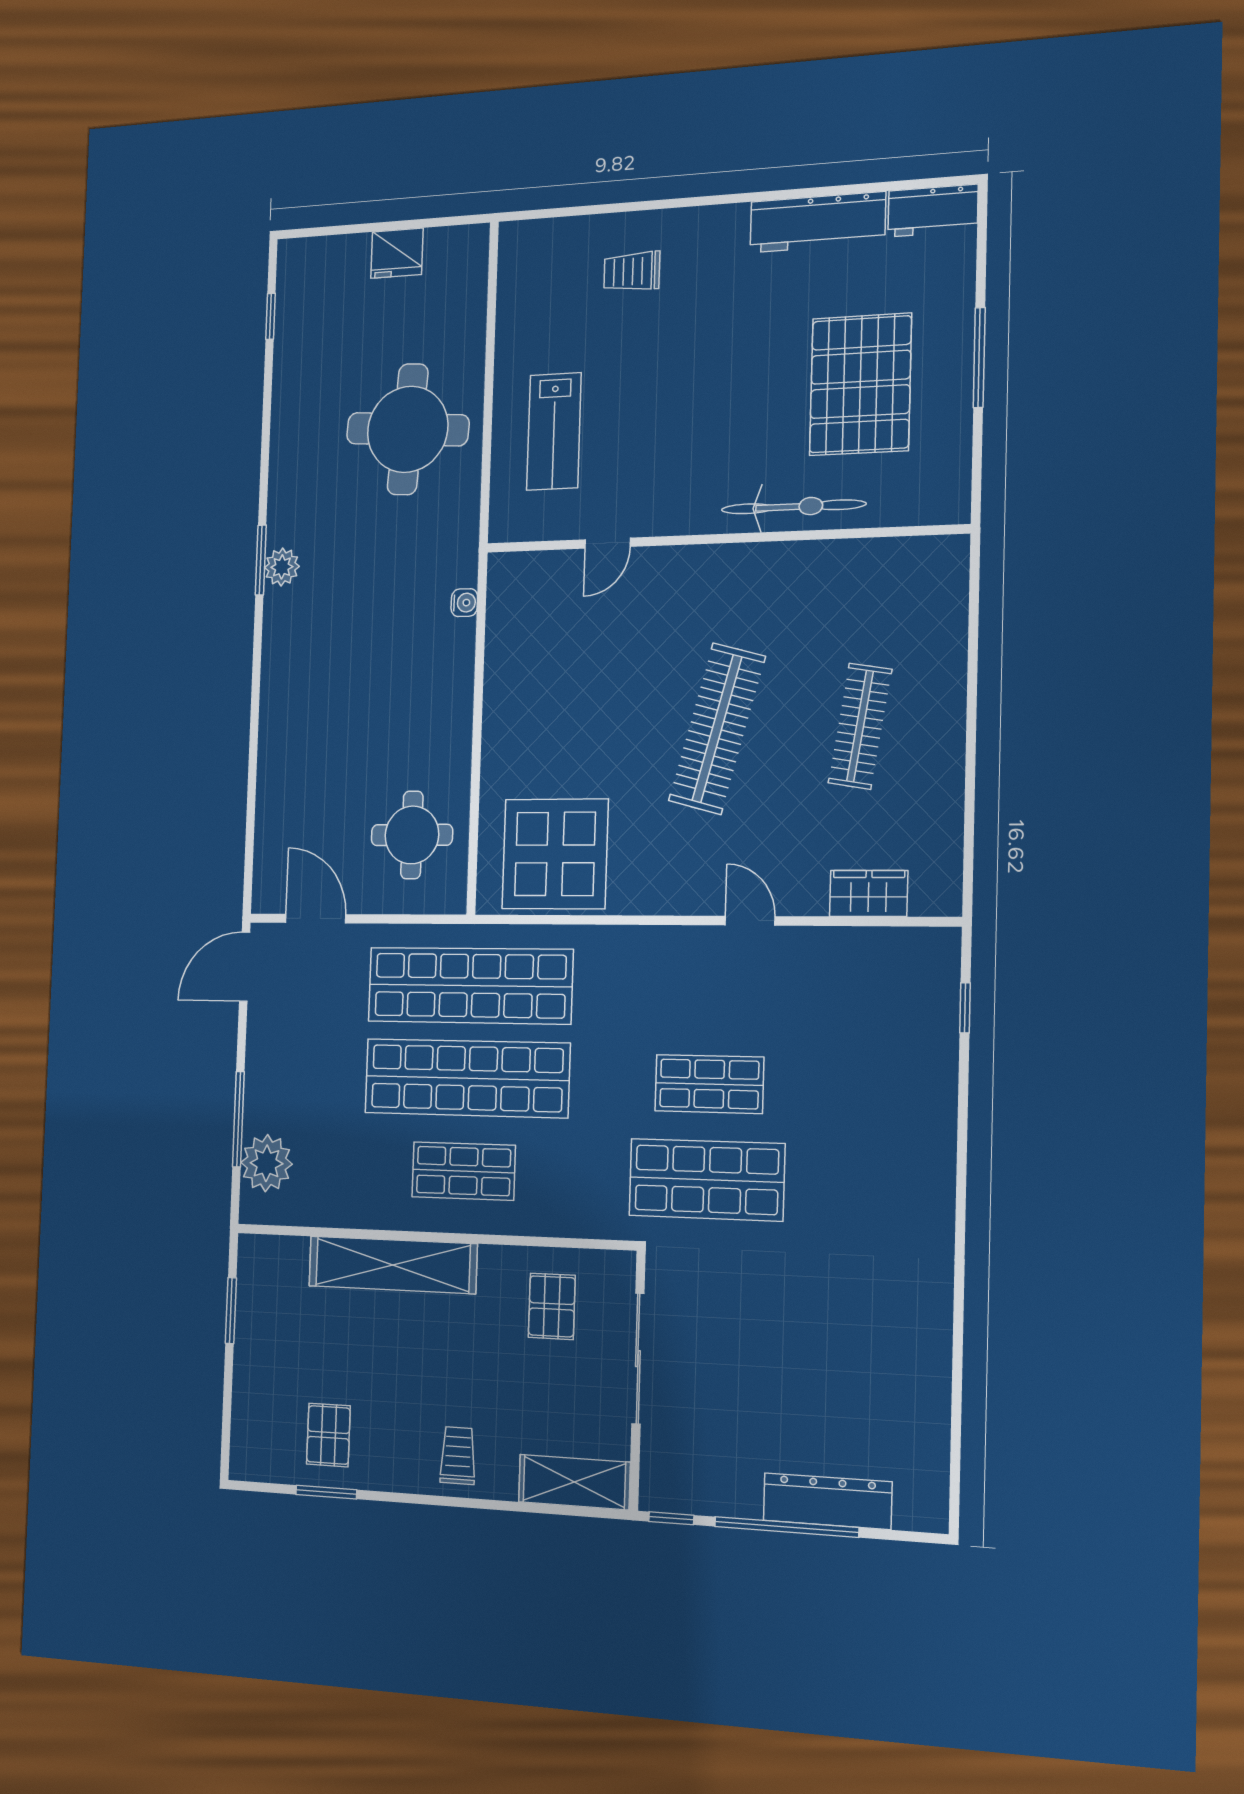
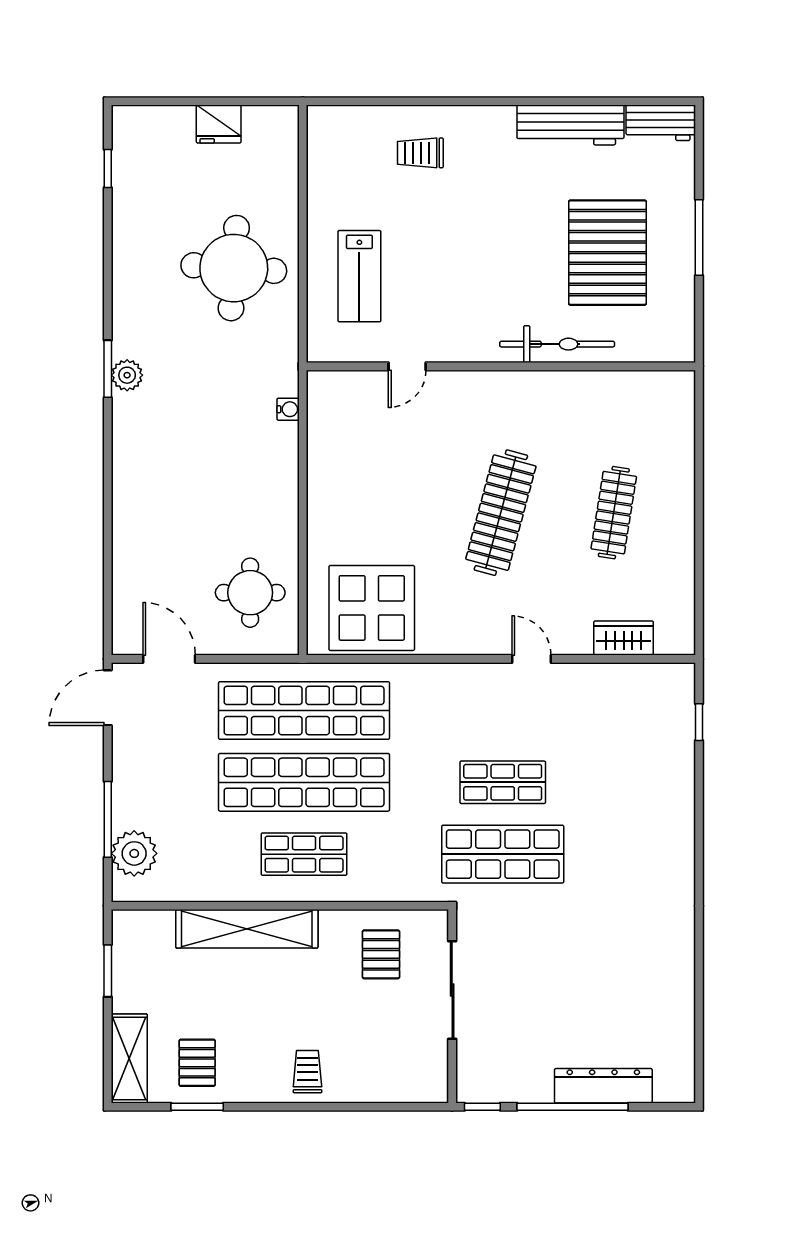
shelving: (574, 1482) -> (129, 1059), moved, turned 90

